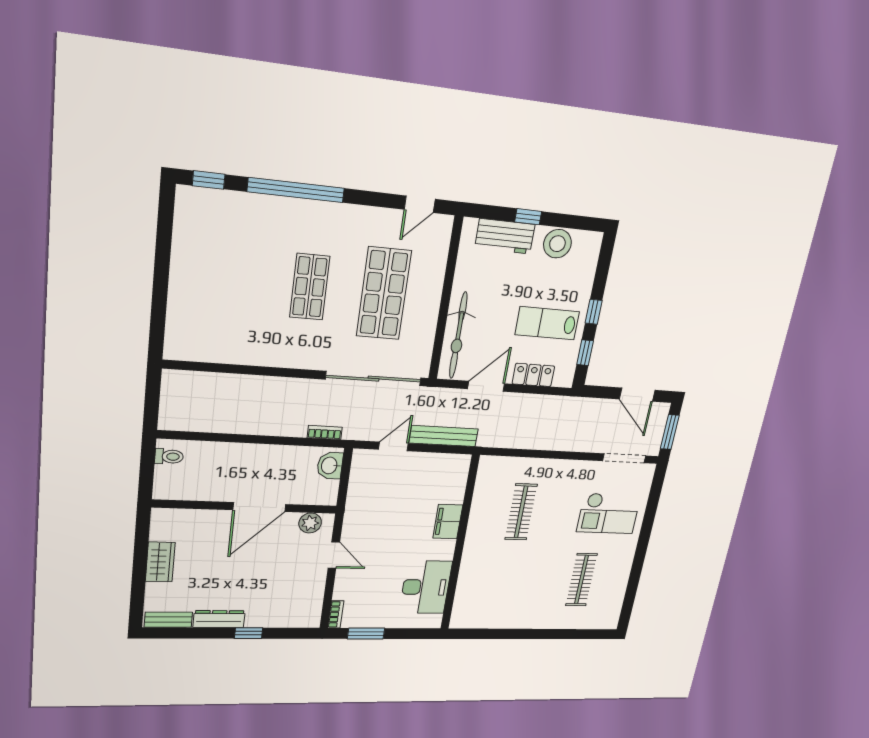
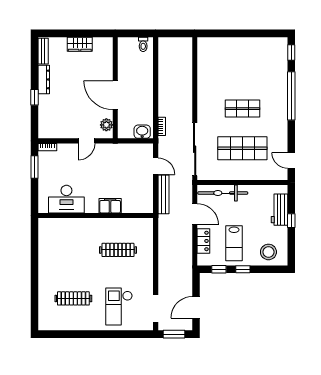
stool: (557, 244) -> (268, 252), moved
lab bench: (547, 323) -> (234, 243), turned 180

